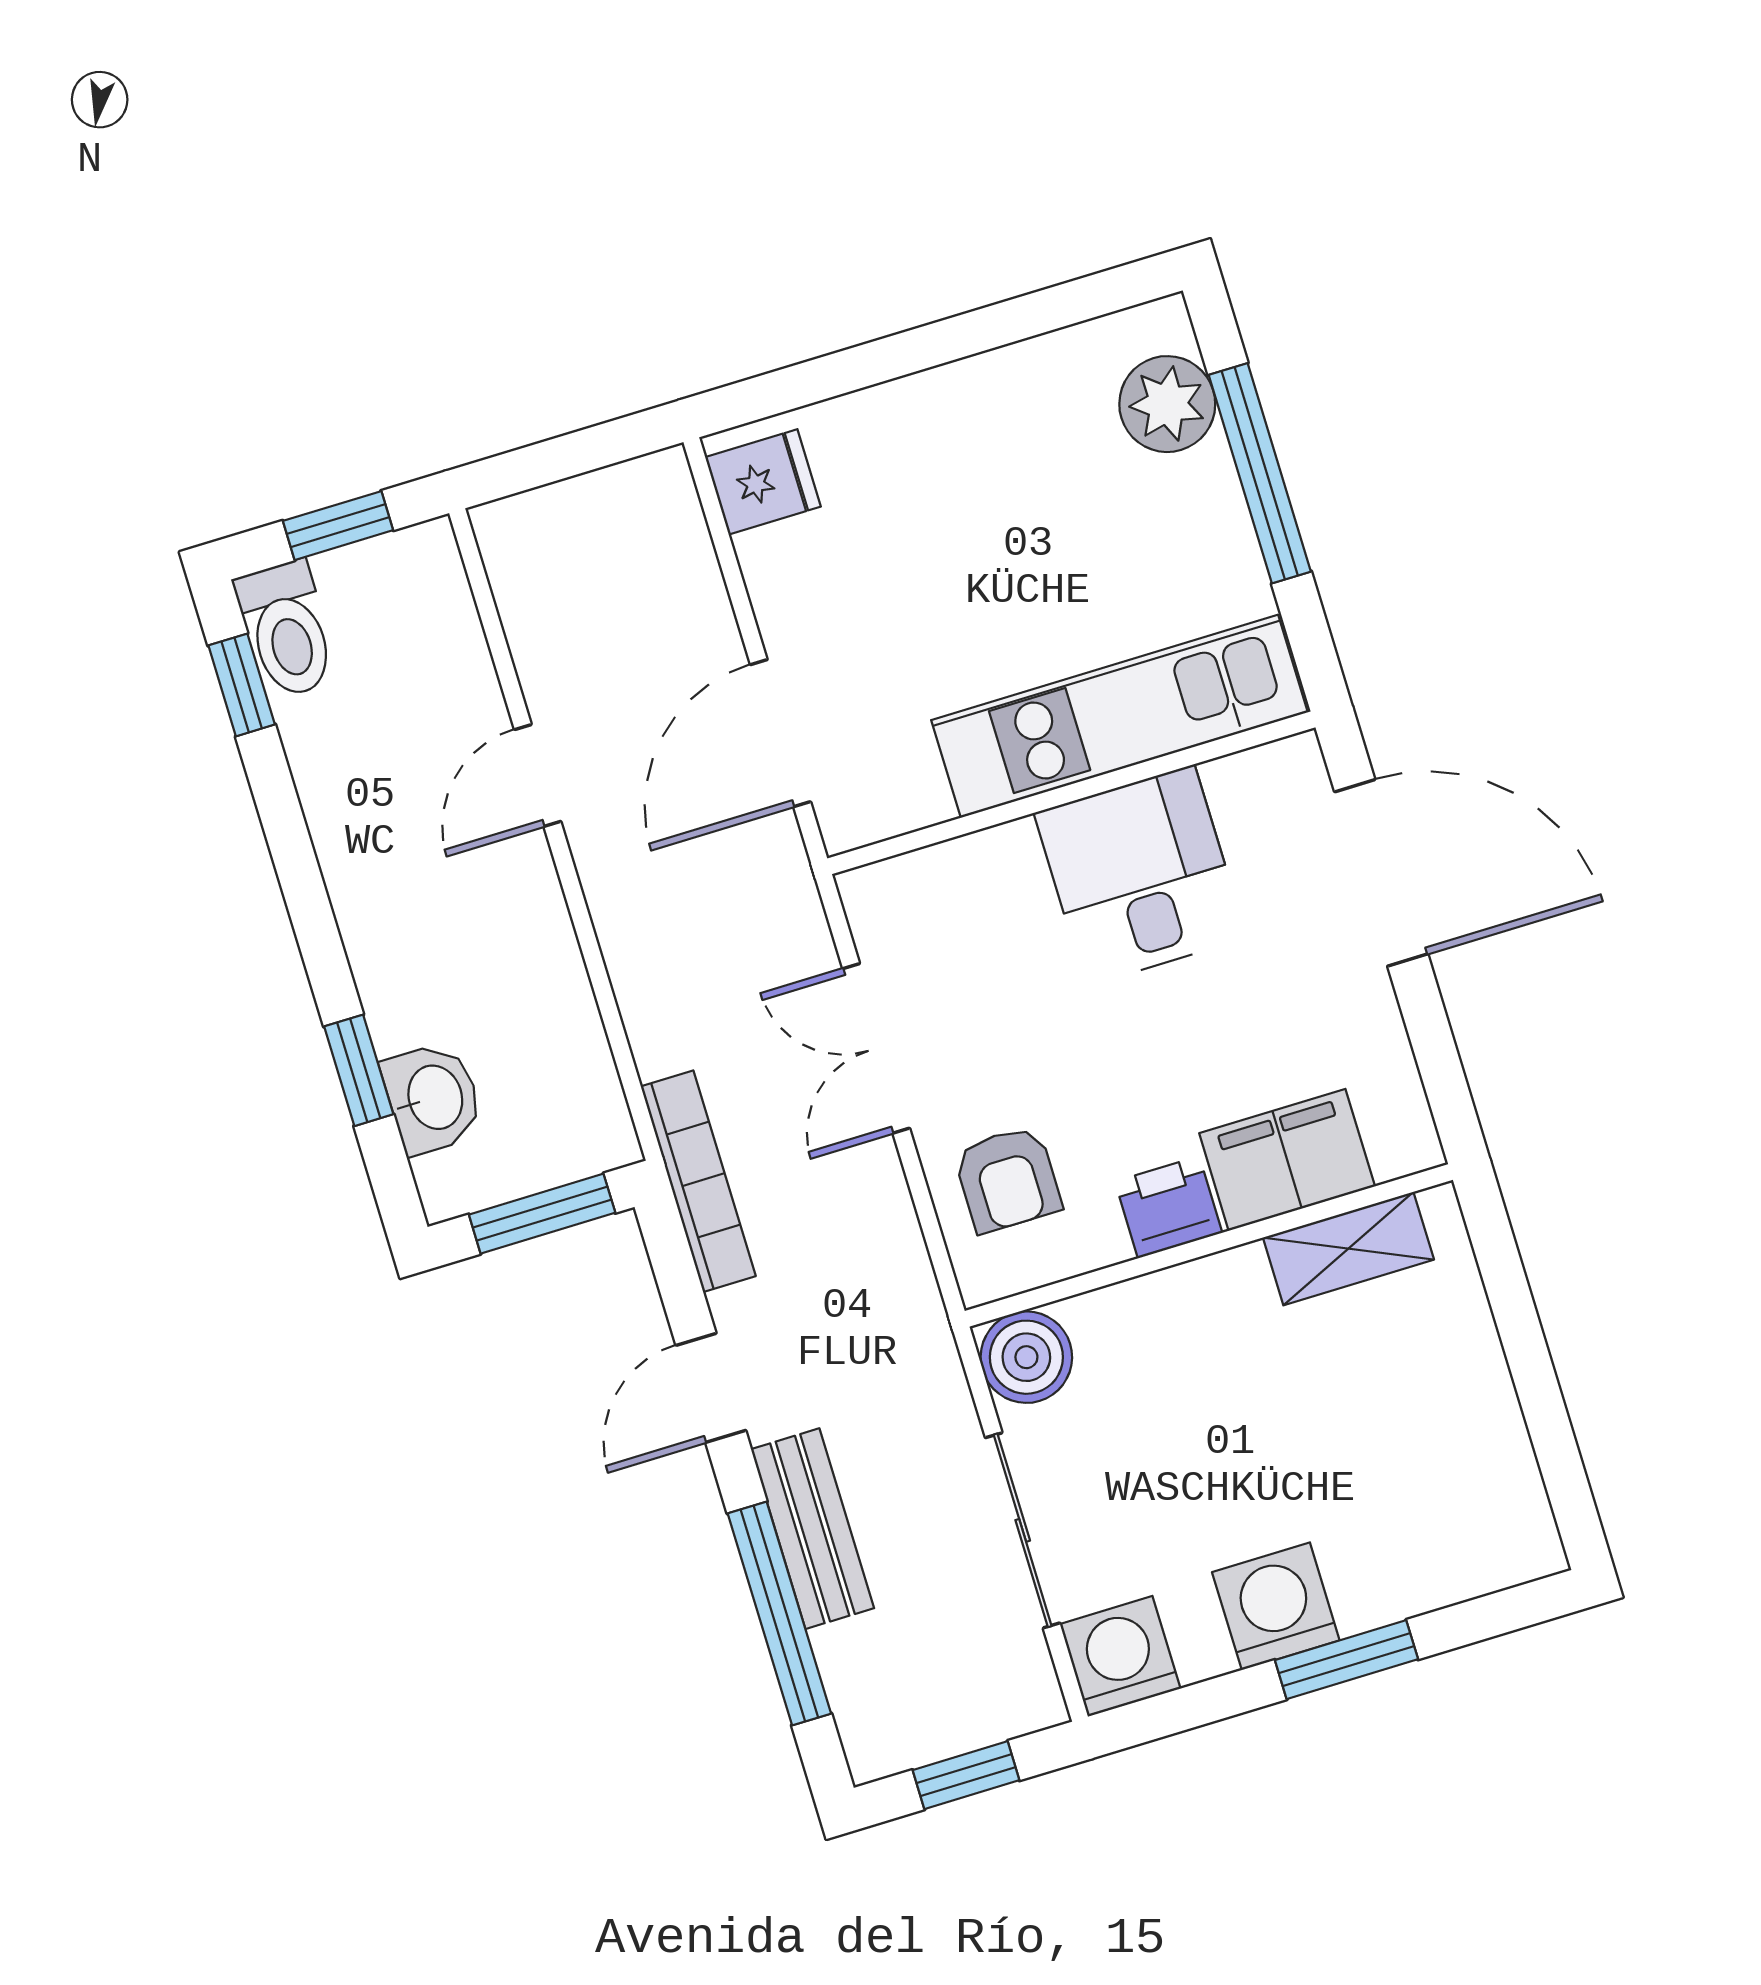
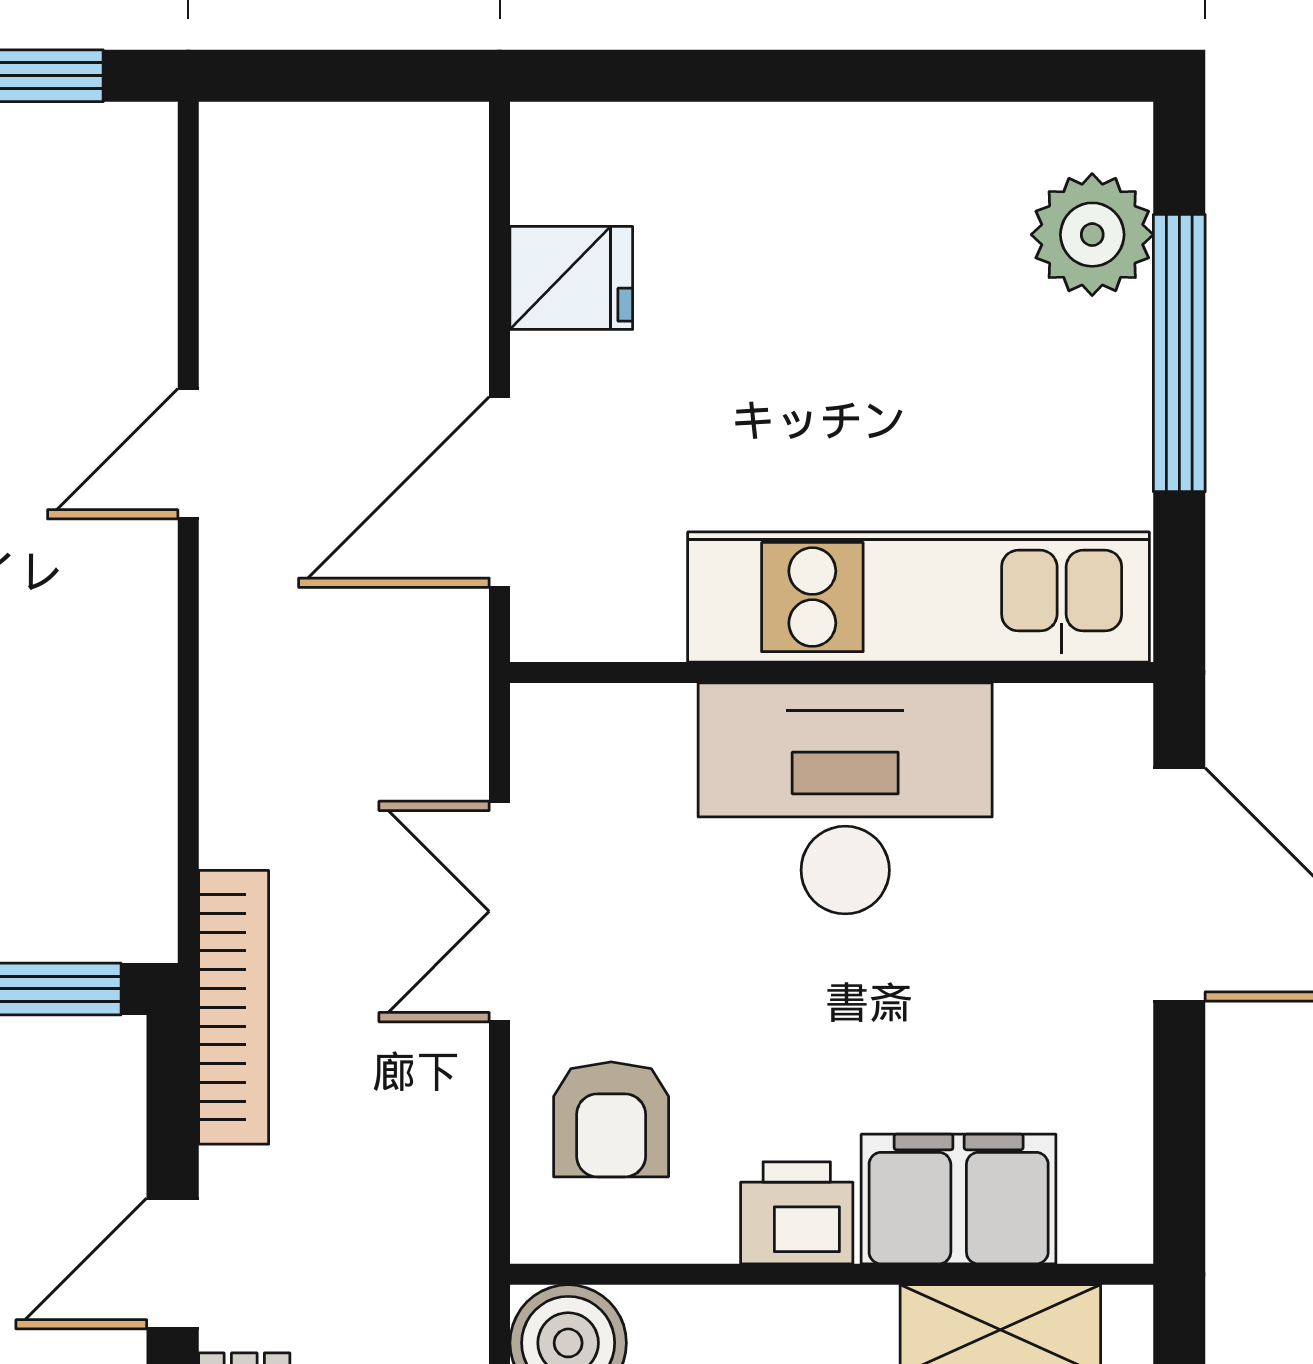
fridge: (763, 482) -> (571, 278), moved
desk: (1140, 875) -> (845, 798), width x1.37

